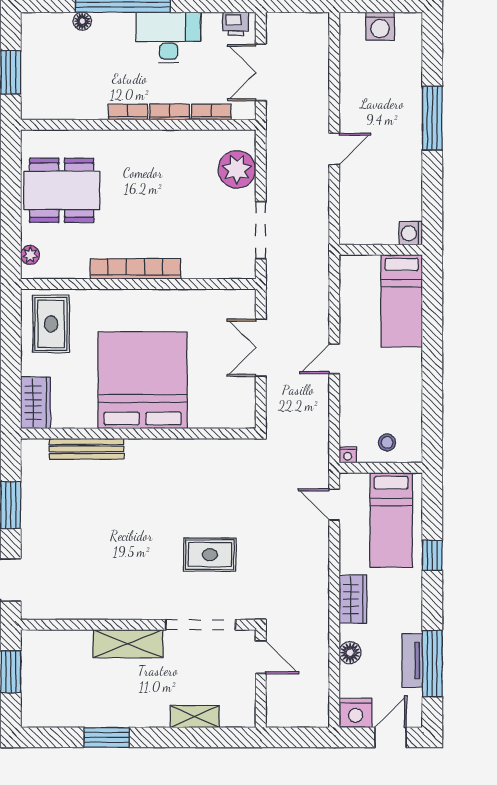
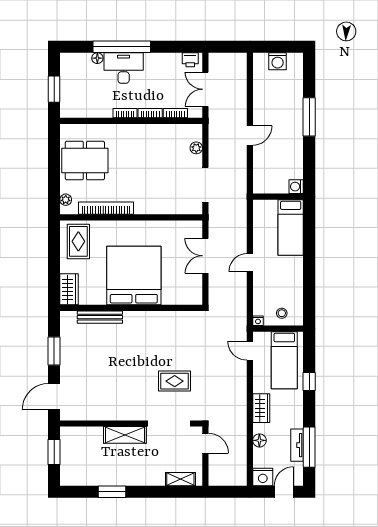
desk: (168, 37) -> (124, 68), moved
plant: (237, 169) -> (196, 148), width x0.53, depth x0.53
bookcase: (135, 269) -> (106, 208), moved
shelving: (195, 717) -> (180, 479), moved

